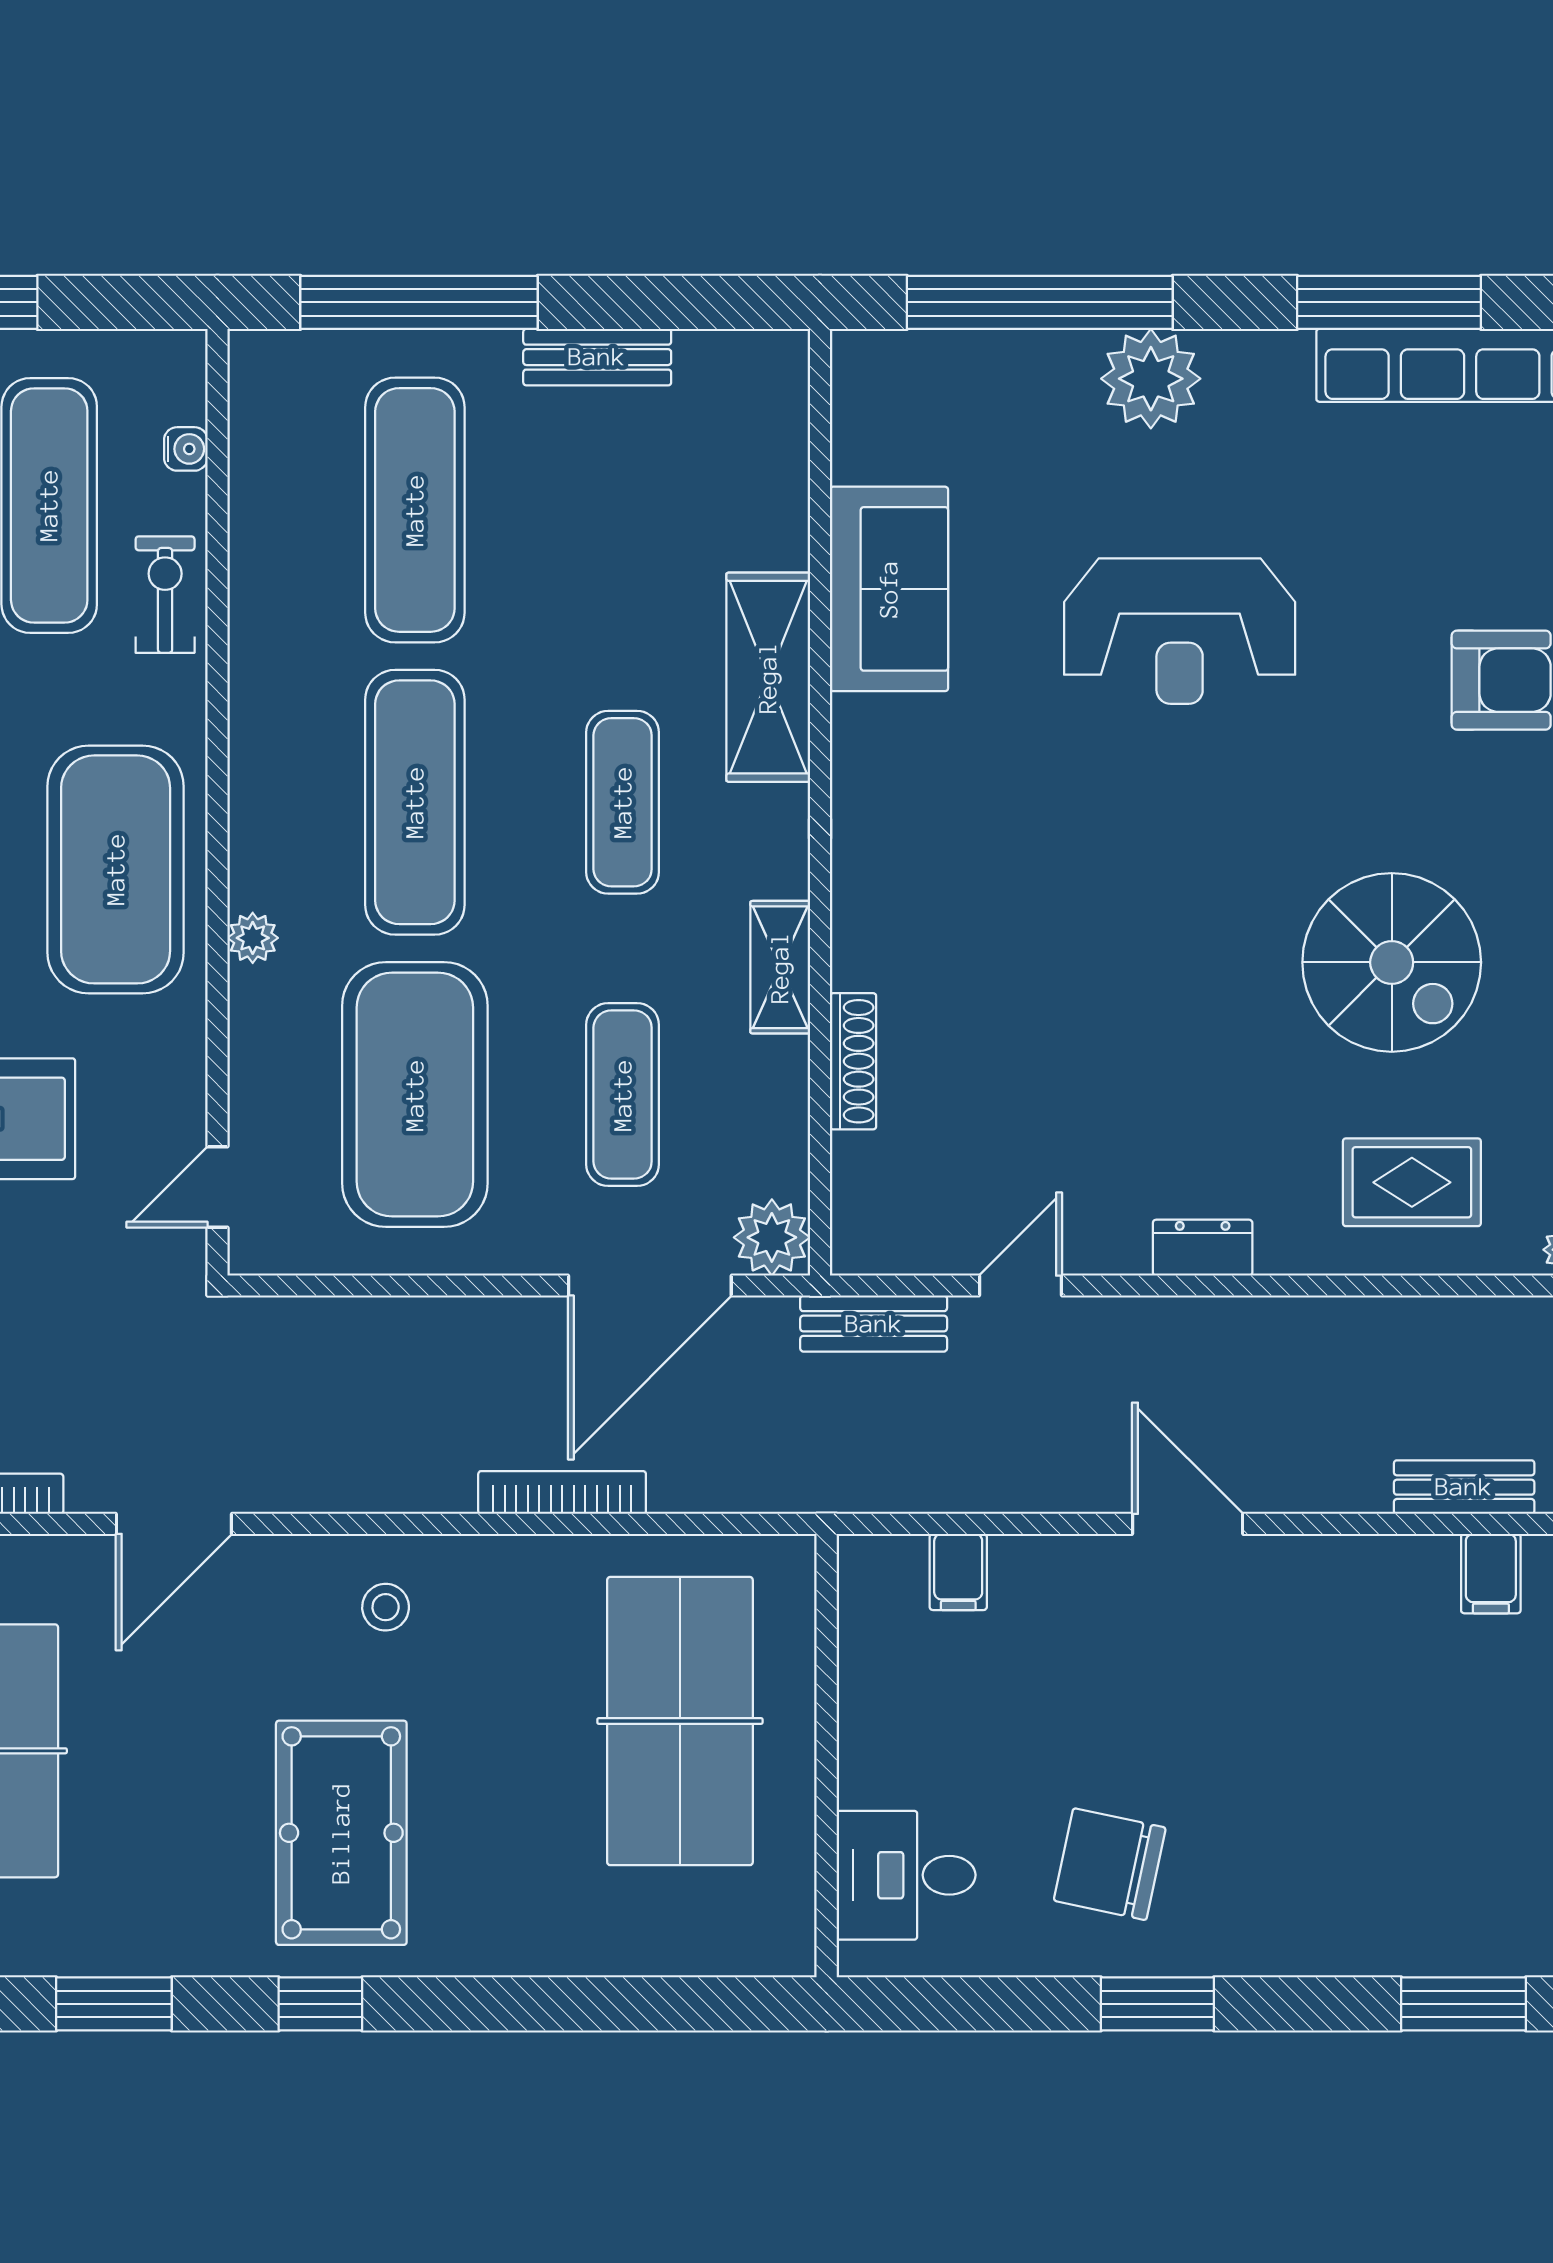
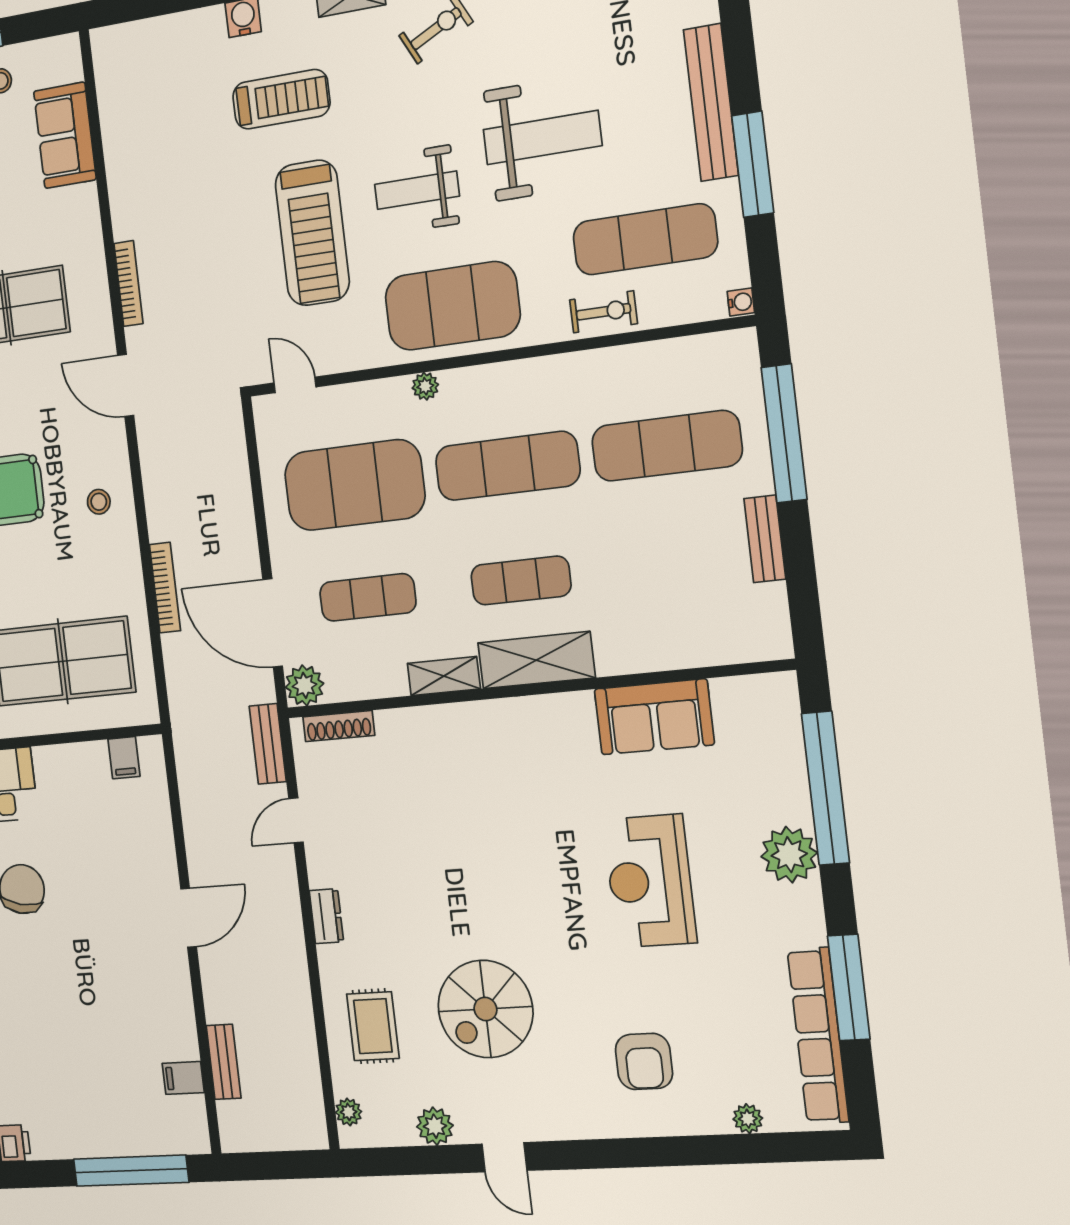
water cooler: (186, 449) -> (741, 302), moved, turned -90
shelving: (768, 677) -> (536, 660), moved
shoe rack: (853, 1061) -> (339, 726), moved
door: (1020, 1286) -> (296, 820), swing flipped
filing cabinet: (958, 1572) -> (124, 758), moved, turned -90

